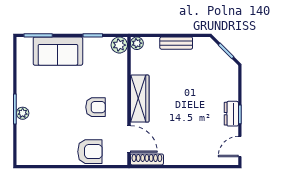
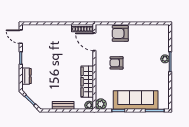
sofa: (58, 51) -> (136, 100), width x1.36
wardrobe: (140, 99) -> (87, 82), moved
dresser: (231, 114) -> (26, 76), moved
door: (240, 147) -> (21, 37), swing flipped

